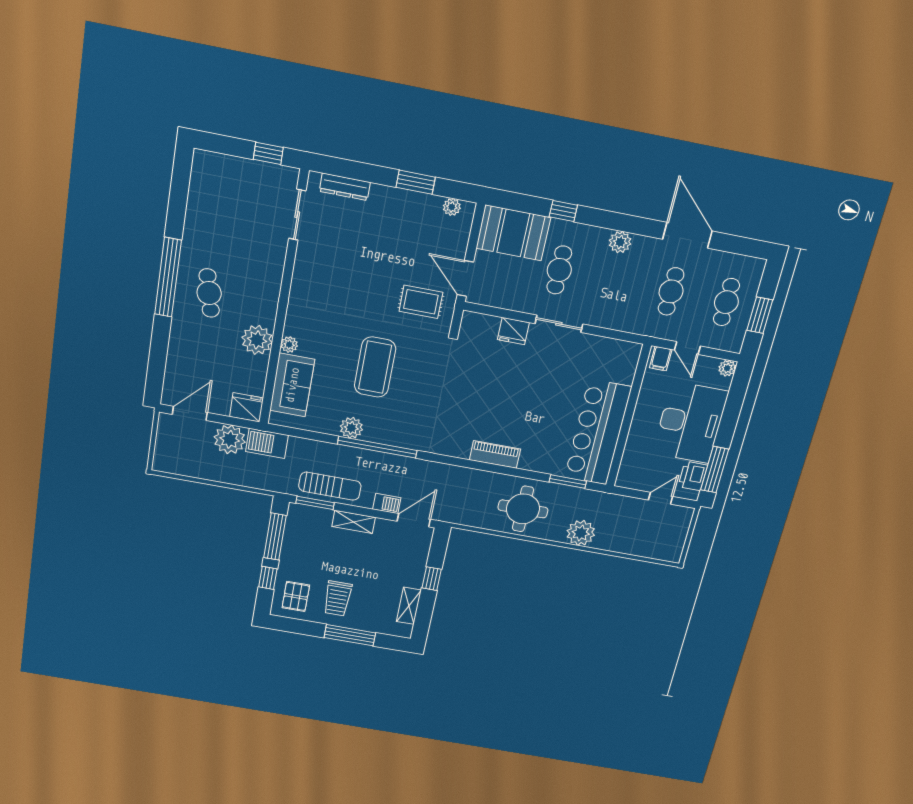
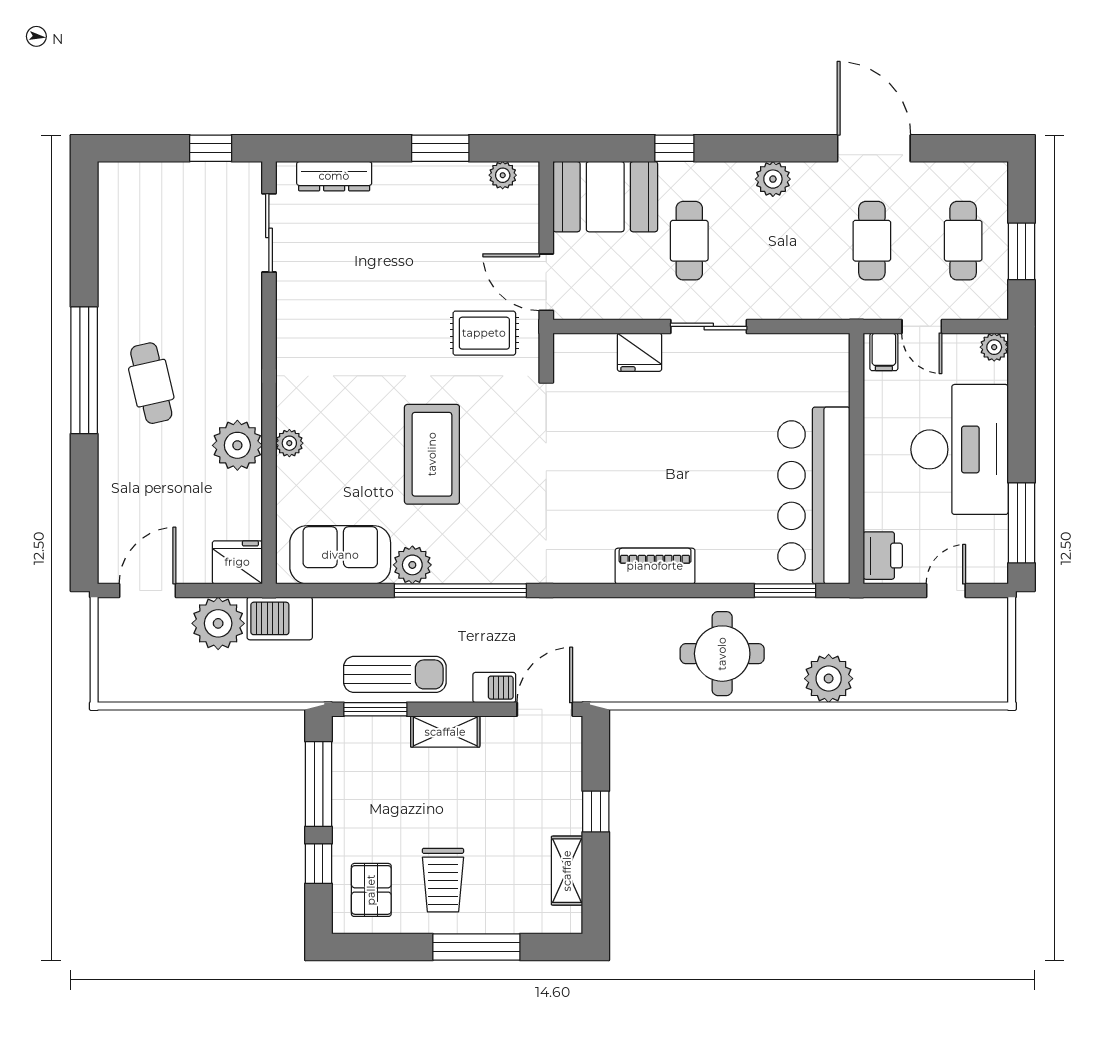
sofa: (292, 385) -> (340, 555), moved, turned -90
printer: (693, 476) -> (883, 556), moved, turned 180

